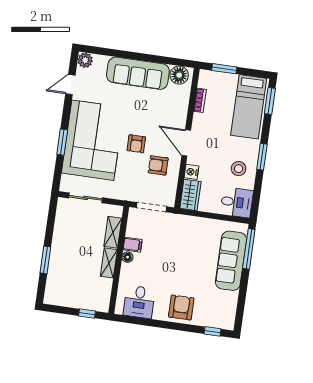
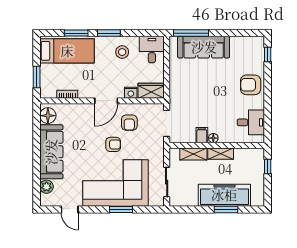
plant: (85, 60) -> (46, 187), moved
window: (270, 101) -> (76, 33), moved
freezer: (62, 260) -> (224, 195), added

